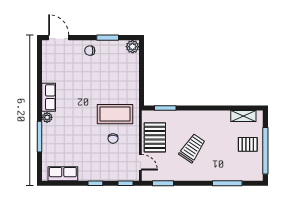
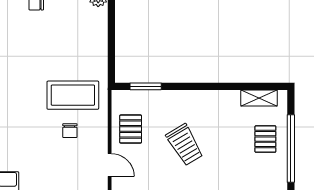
pallet: (155, 137) -> (131, 129), width x0.67, depth x0.71
pallet: (248, 144) -> (265, 139), turned 90
trolley: (192, 148) -> (185, 145), turned 115

